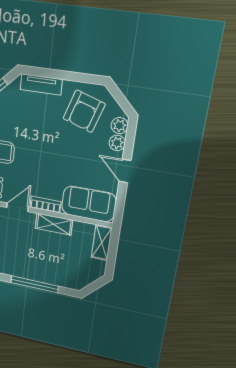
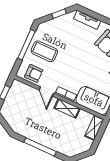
door: (18, 207) -> (46, 91), swing flipped

